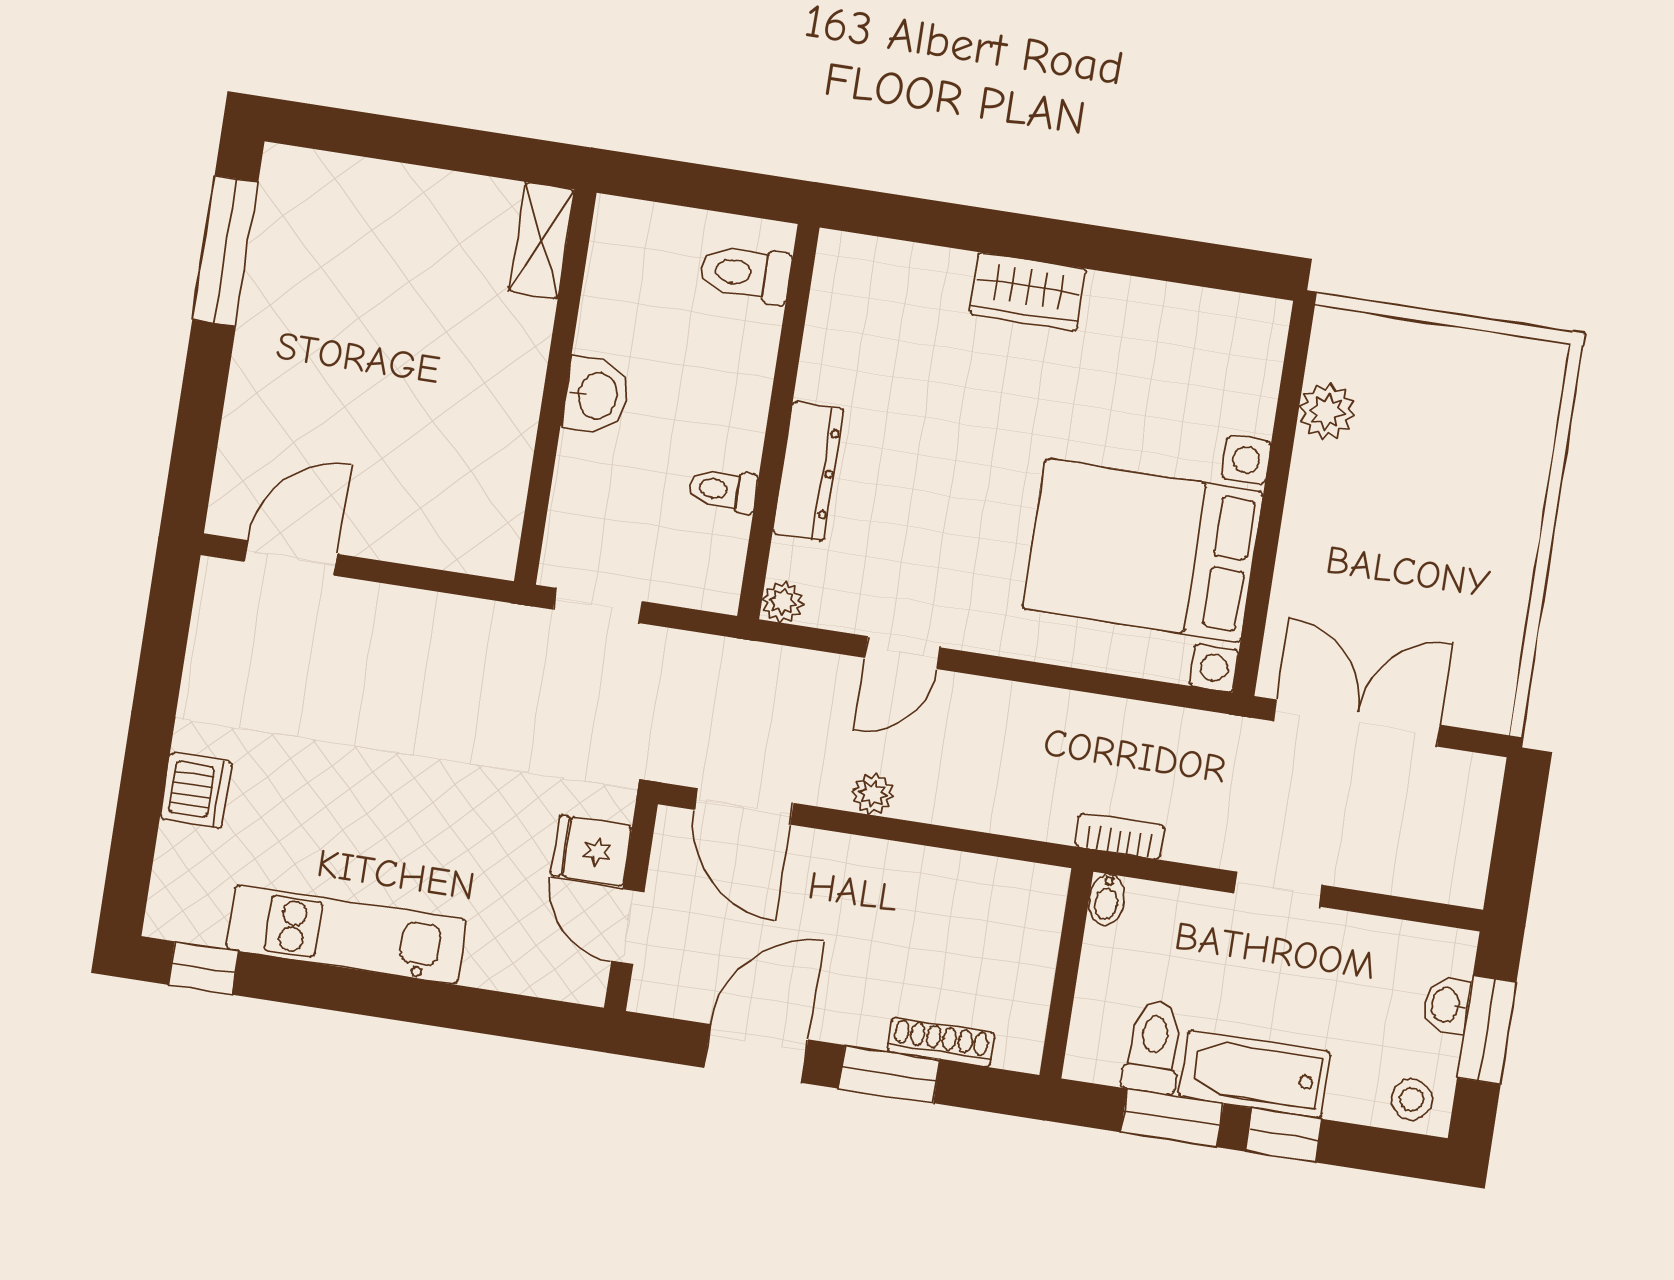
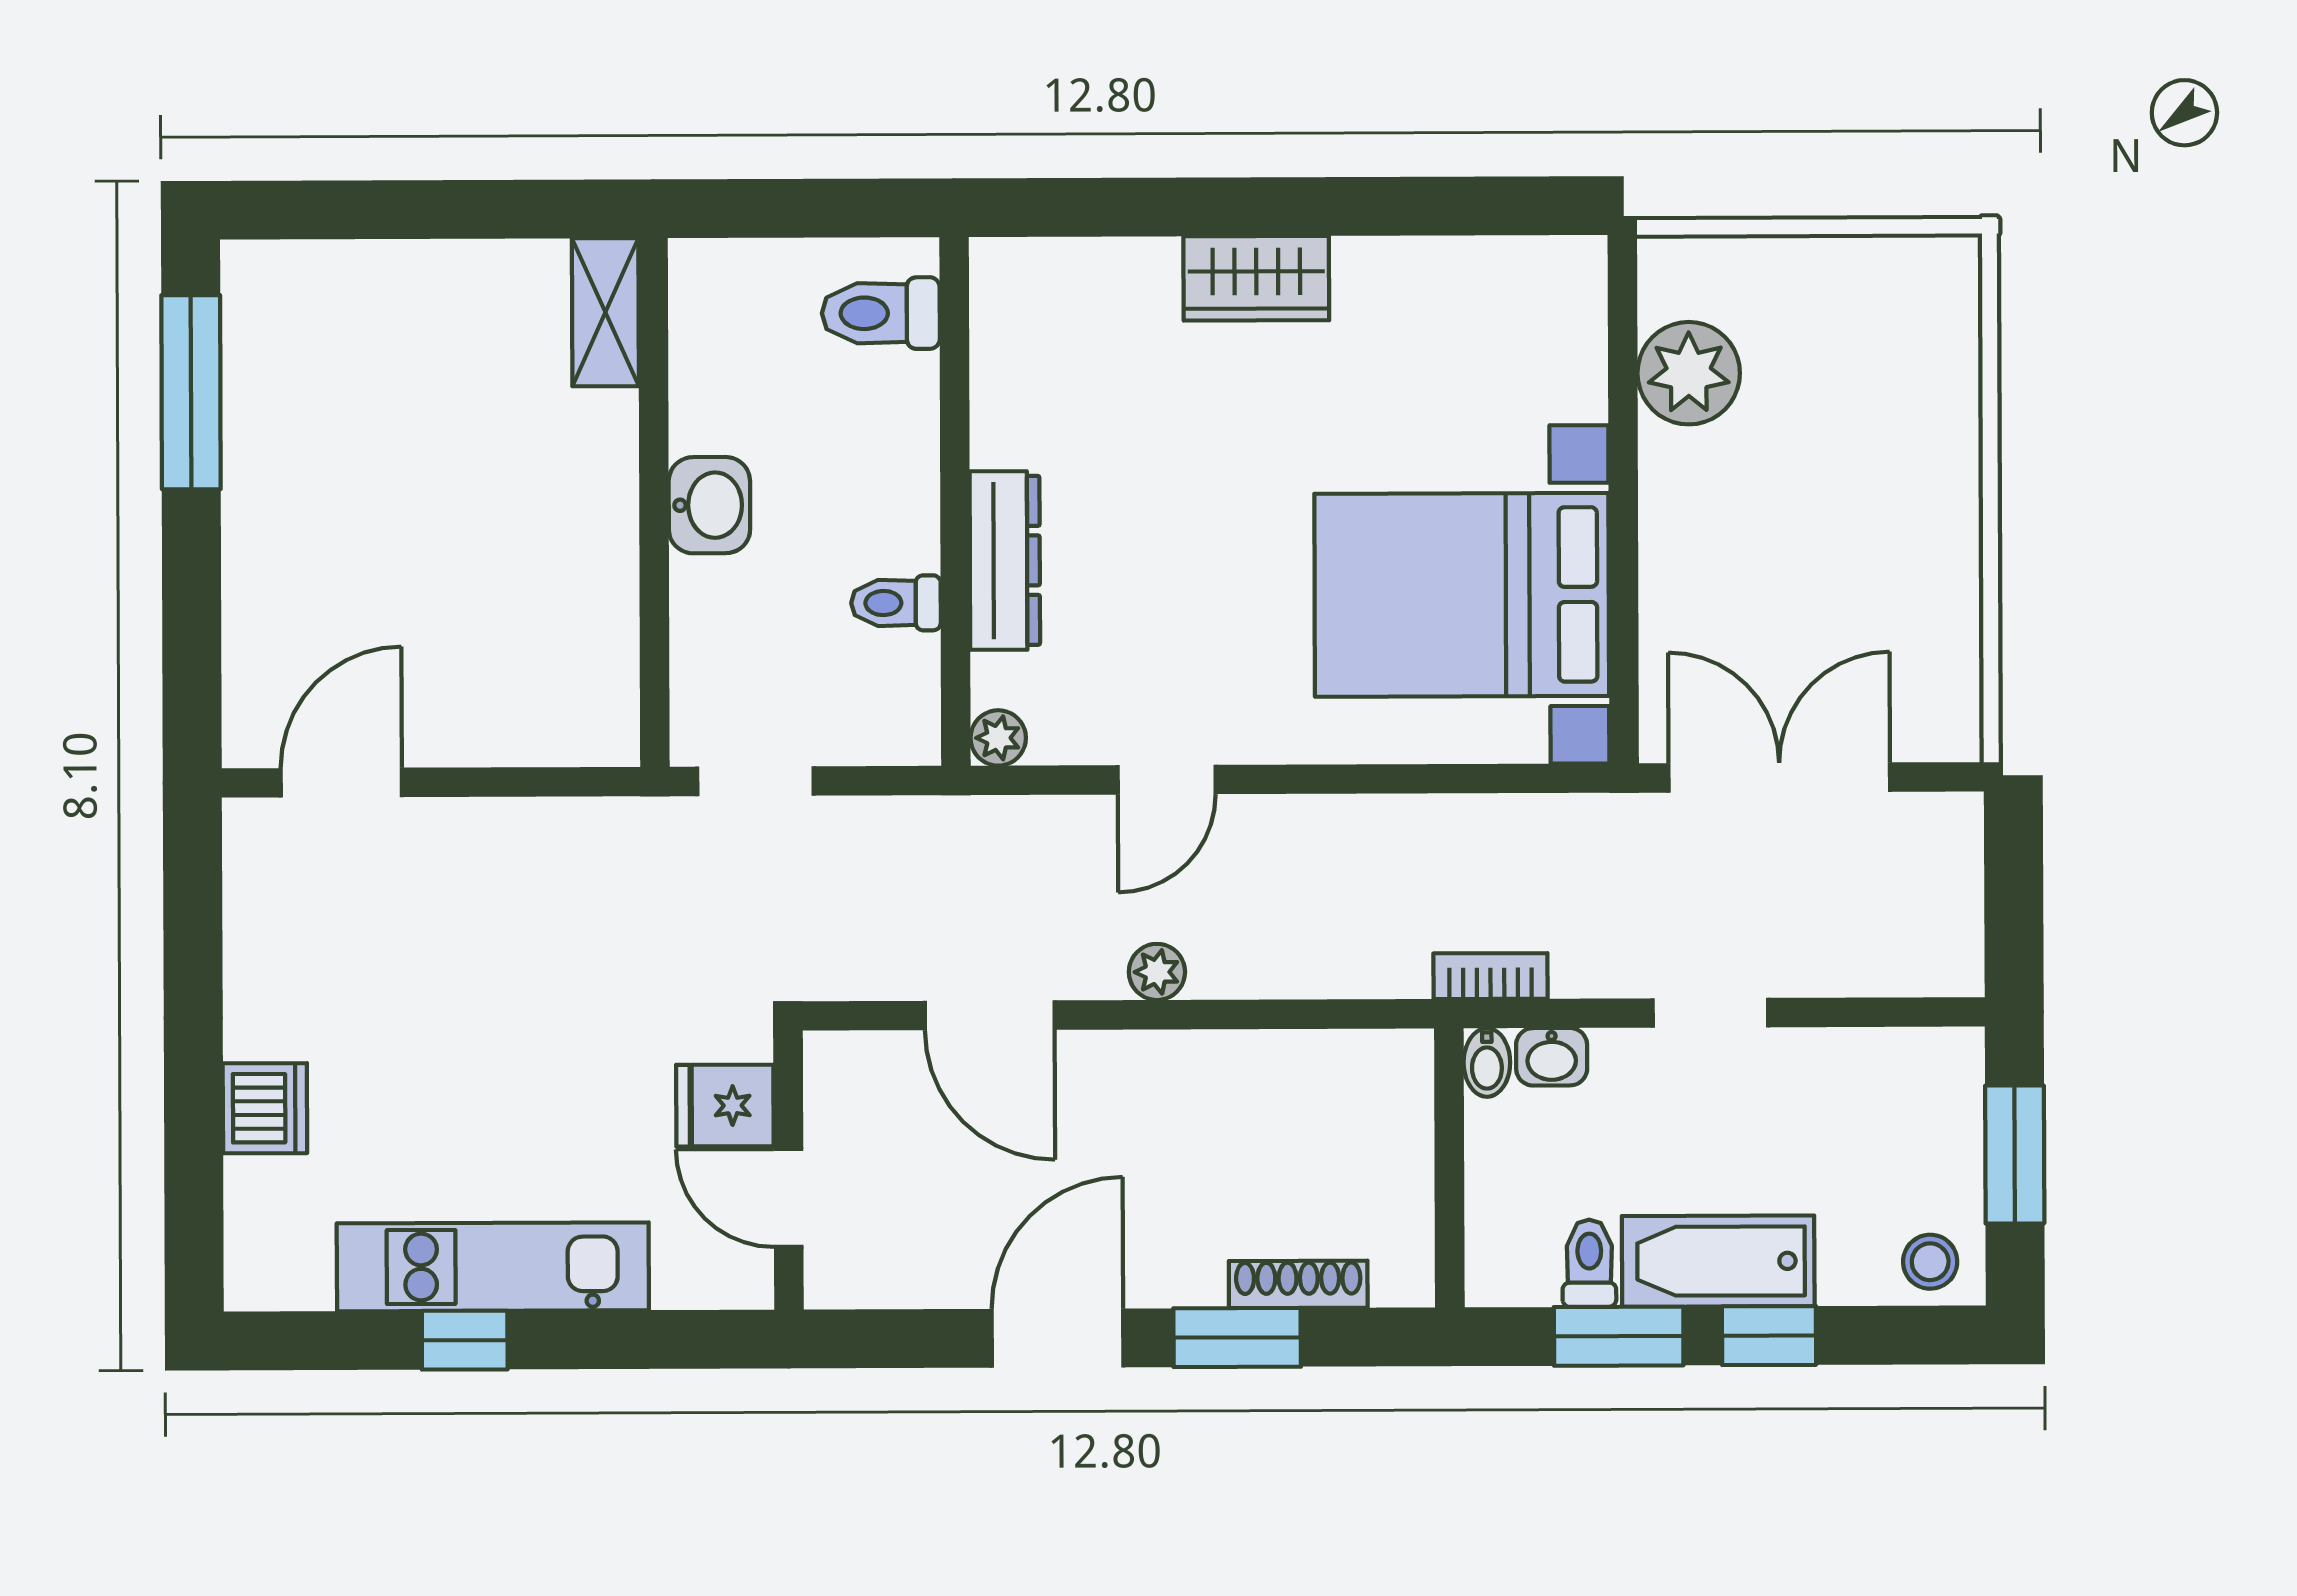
plant: (1327, 411) -> (1689, 373), width x1.36, depth x1.36
fridge: (591, 851) -> (725, 1106), moved
wall: (631, 906) -> (788, 1170), moved
door: (628, 927) -> (789, 1198), moved
window: (203, 968) -> (465, 1340), moved
washbasin: (1447, 1005) -> (1552, 1057), moved, turned -90
toilet: (1153, 1047) -> (1589, 1263), width x0.73, depth x0.72

